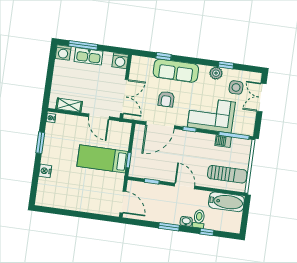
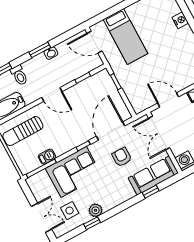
sofa: (176, 71) -> (153, 176), moved
bed: (102, 159) -> (125, 36), moved, turned 90
washbasin: (186, 221) -> (51, 53), moved

